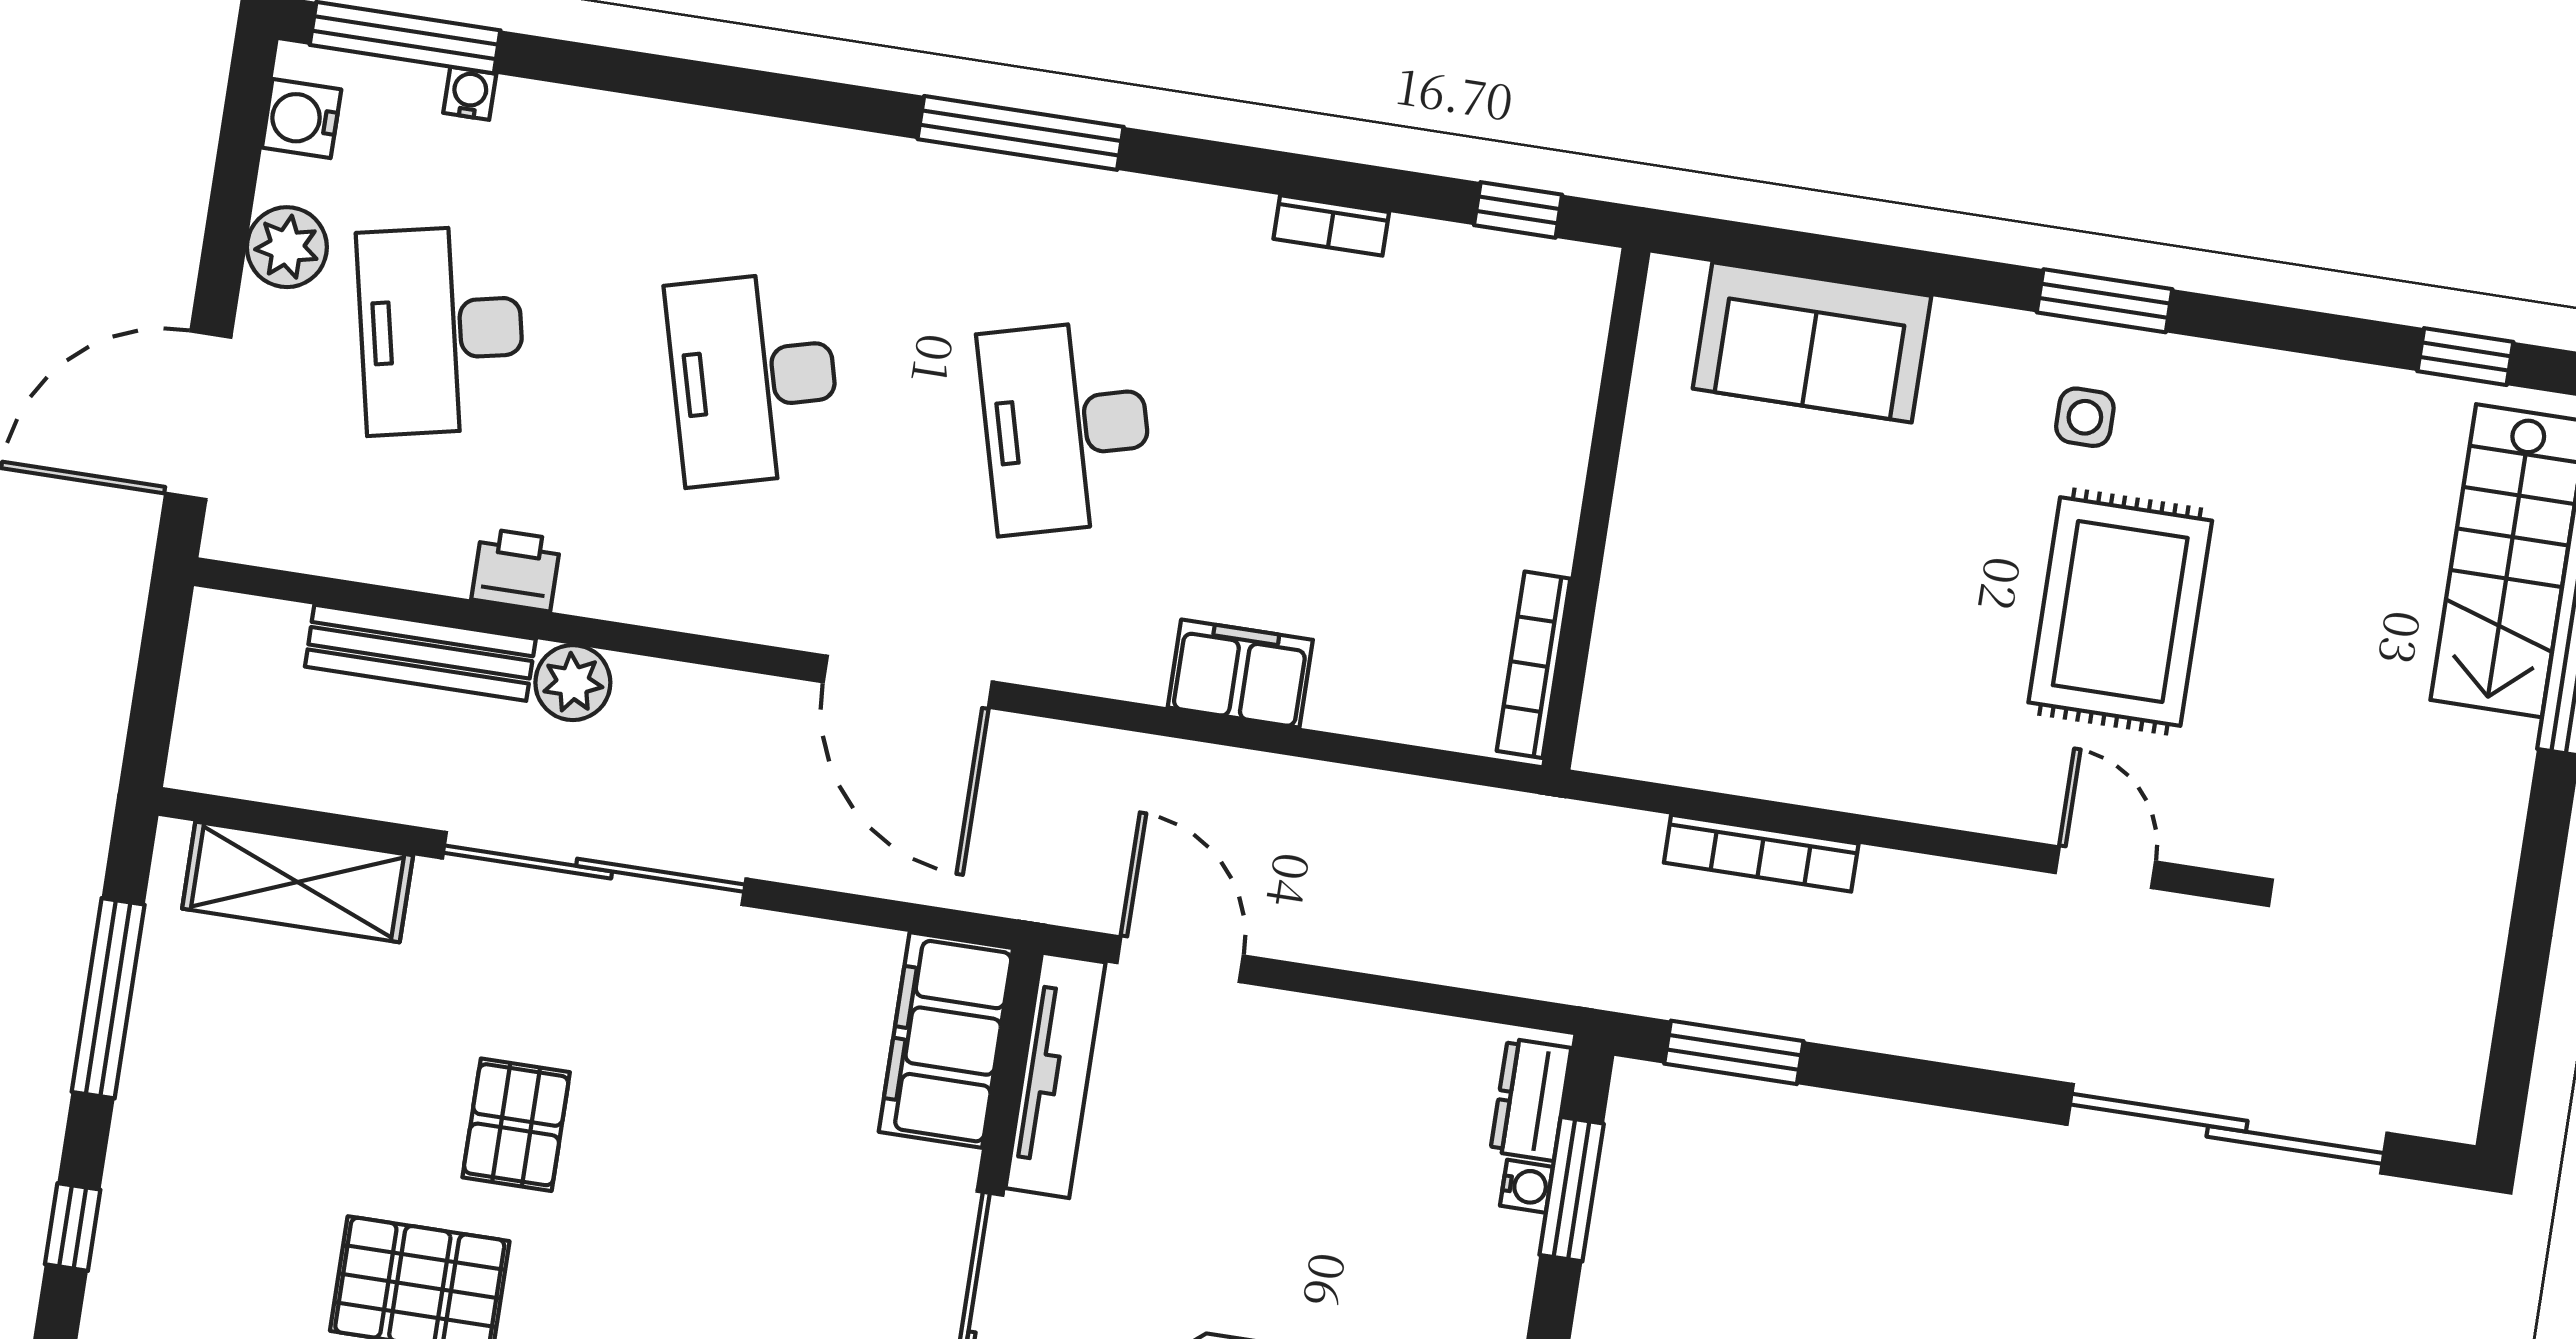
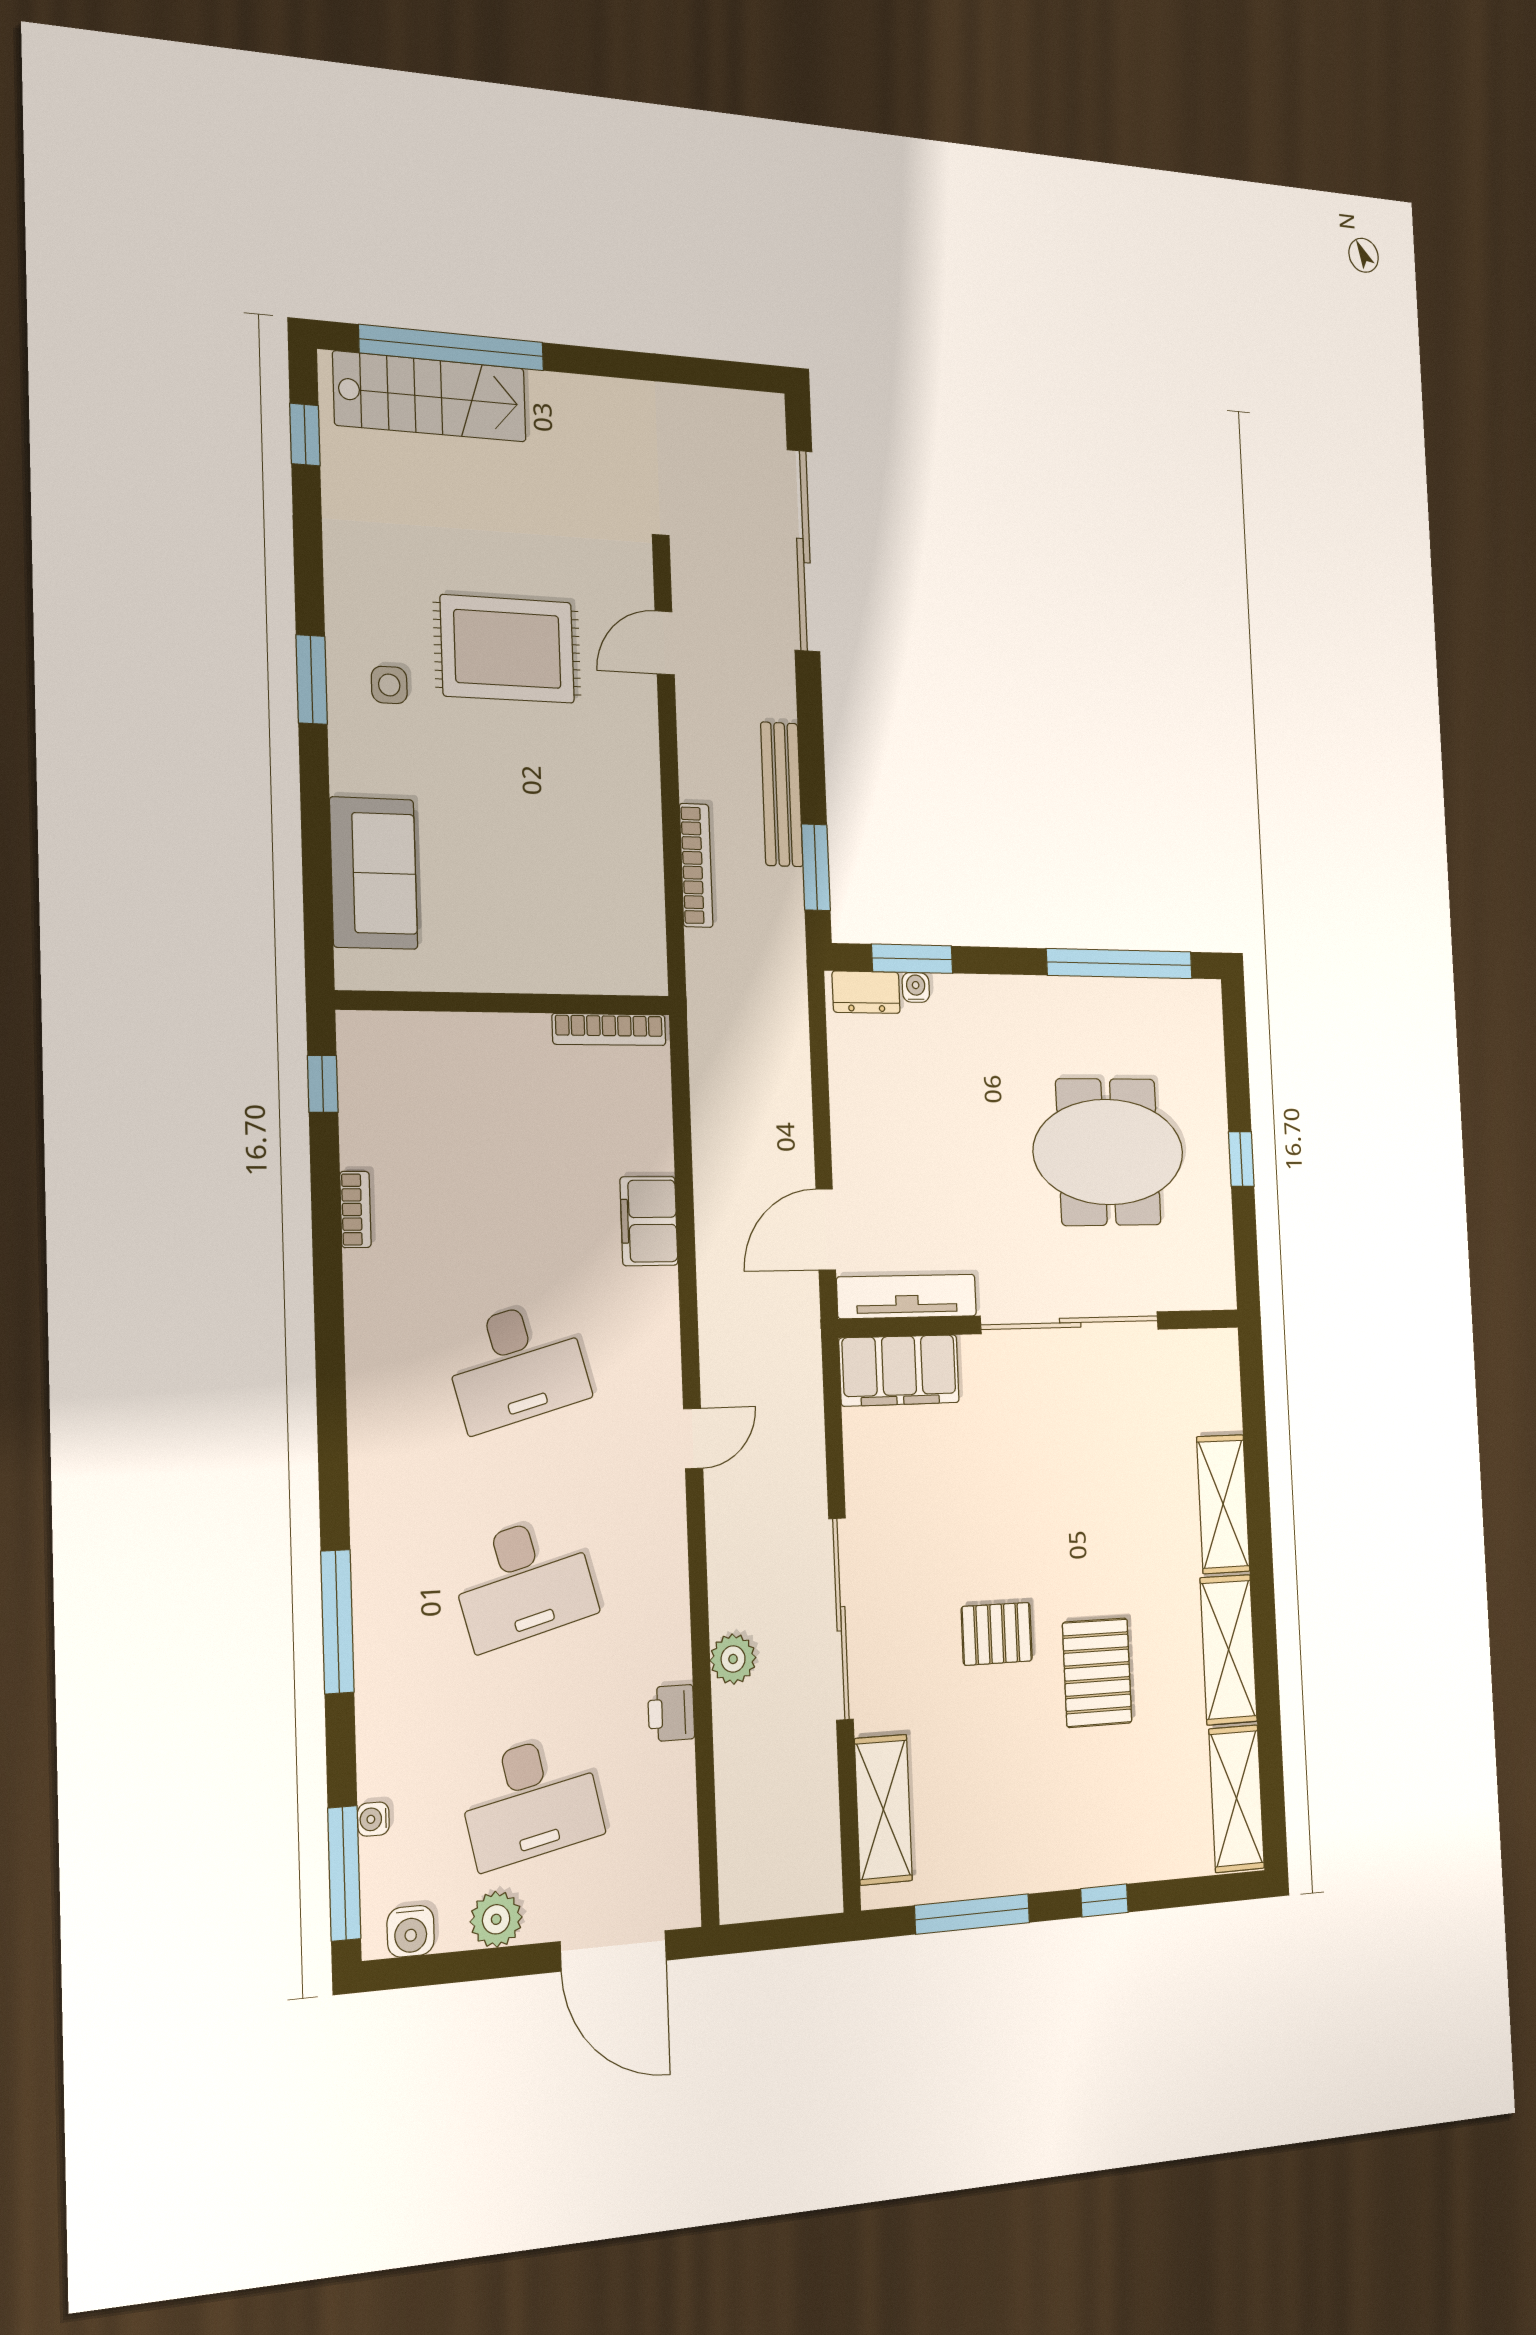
window: (1021, 133) -> (337, 1622), moved
bench: (420, 653) -> (782, 794), moved
door: (908, 682) -> (693, 1439), width x0.53

